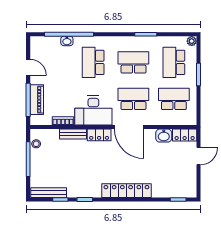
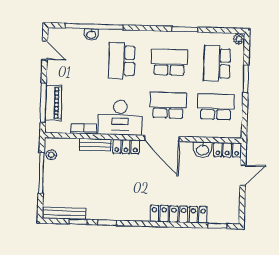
door: (28, 67) -> (45, 50), moved
locker: (126, 191) -> (179, 214), moved

